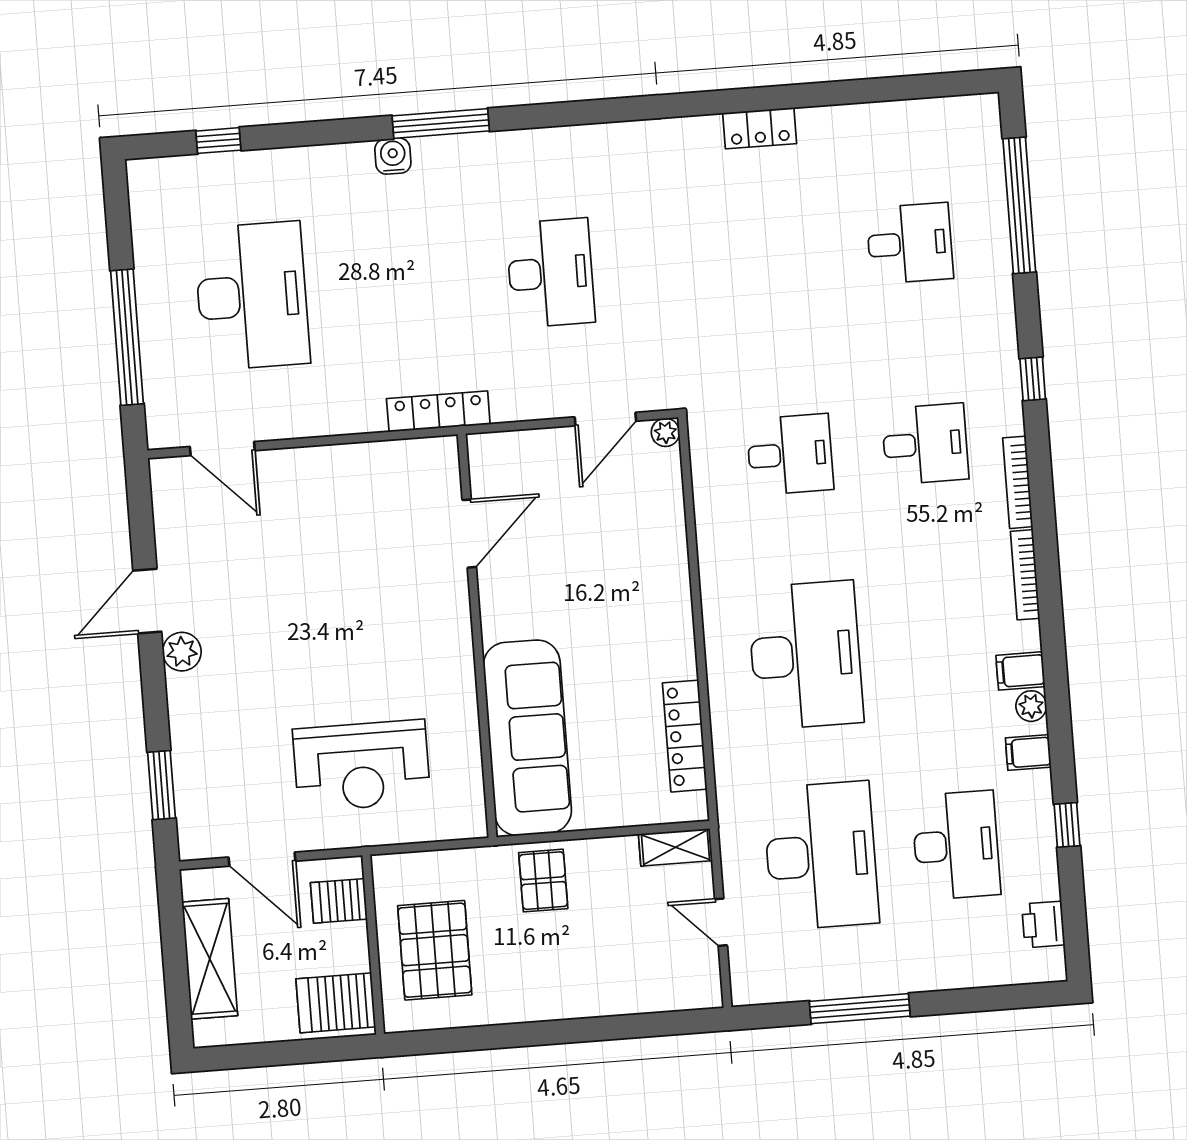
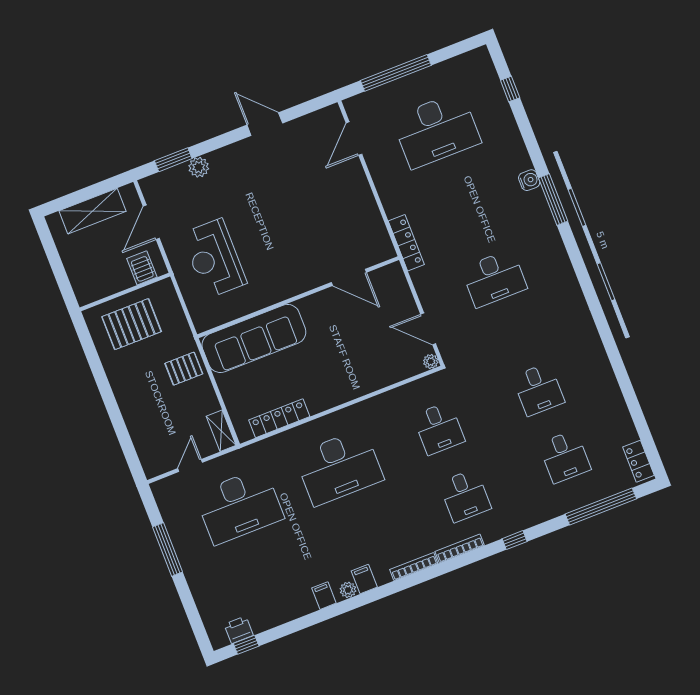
locker: (760, 128) -> (638, 461), moved
plant: (182, 652) -> (199, 167), moved
window: (1067, 825) -> (246, 645), moved
desk: (956, 845) -> (538, 389), moved, width x0.73
server rack: (336, 1003) -> (89, 282), removed

